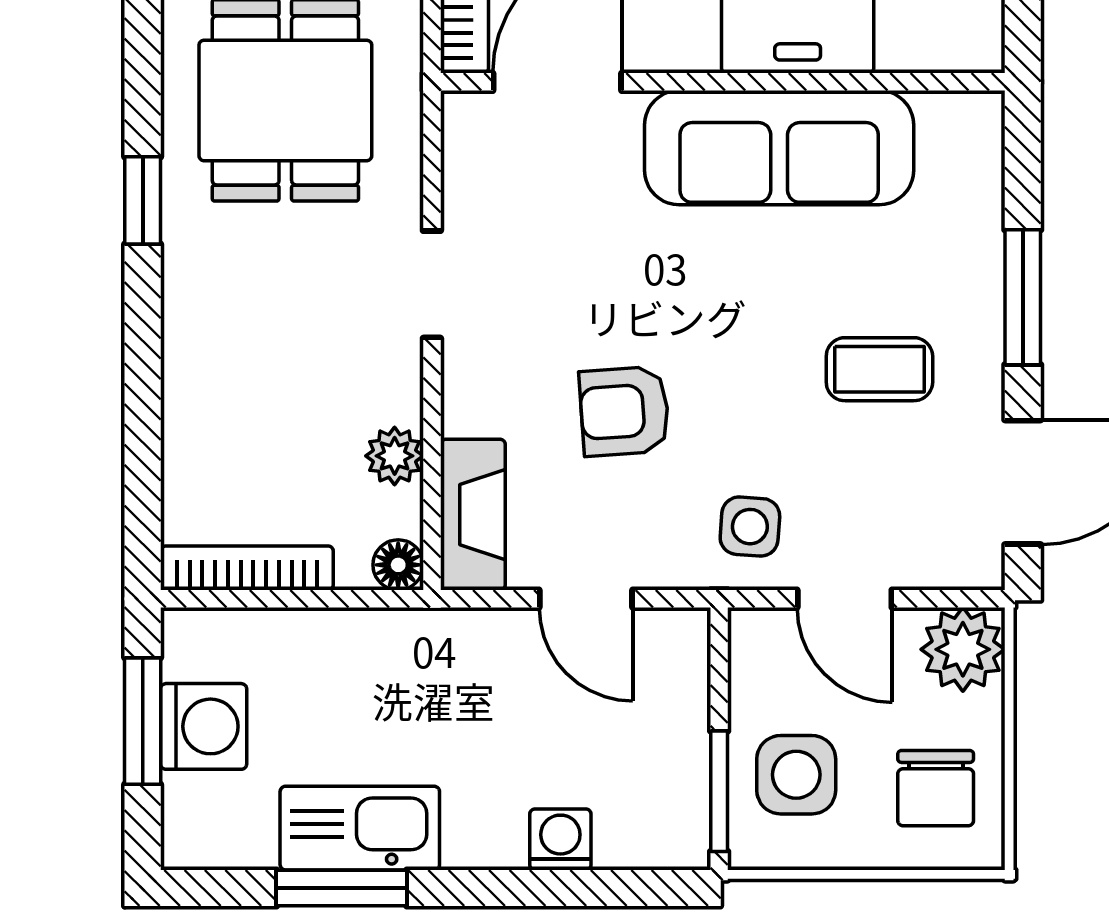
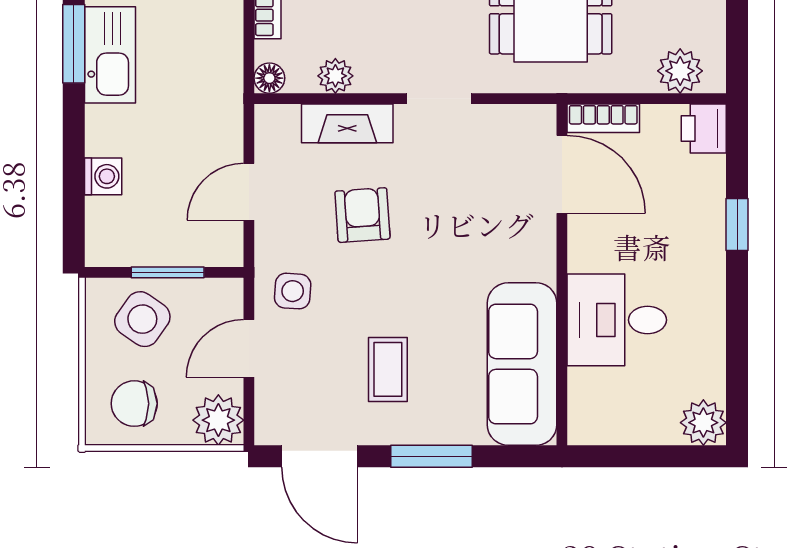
sofa: (779, 148) -> (522, 364), moved
fireplace: (473, 515) -> (347, 123), moved
side table: (796, 775) -> (142, 319), turned 35
window: (719, 791) -> (168, 272), moved

